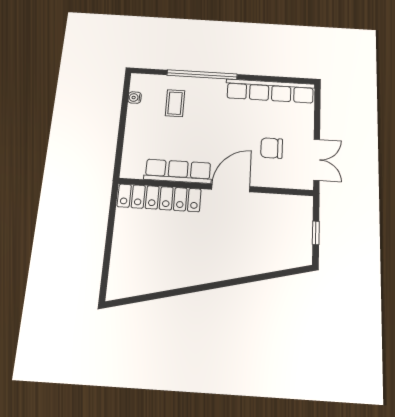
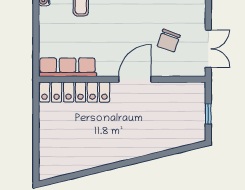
chair: (272, 148) -> (169, 41), turned -70
row of seats: (178, 171) -> (68, 67), moved

